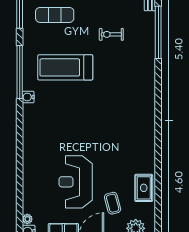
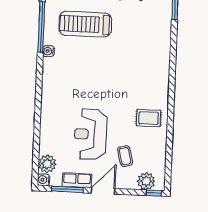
rug: (144, 188) -> (149, 118), moved, turned 90
plant: (27, 219) -> (47, 164), width x1.88, depth x1.88

